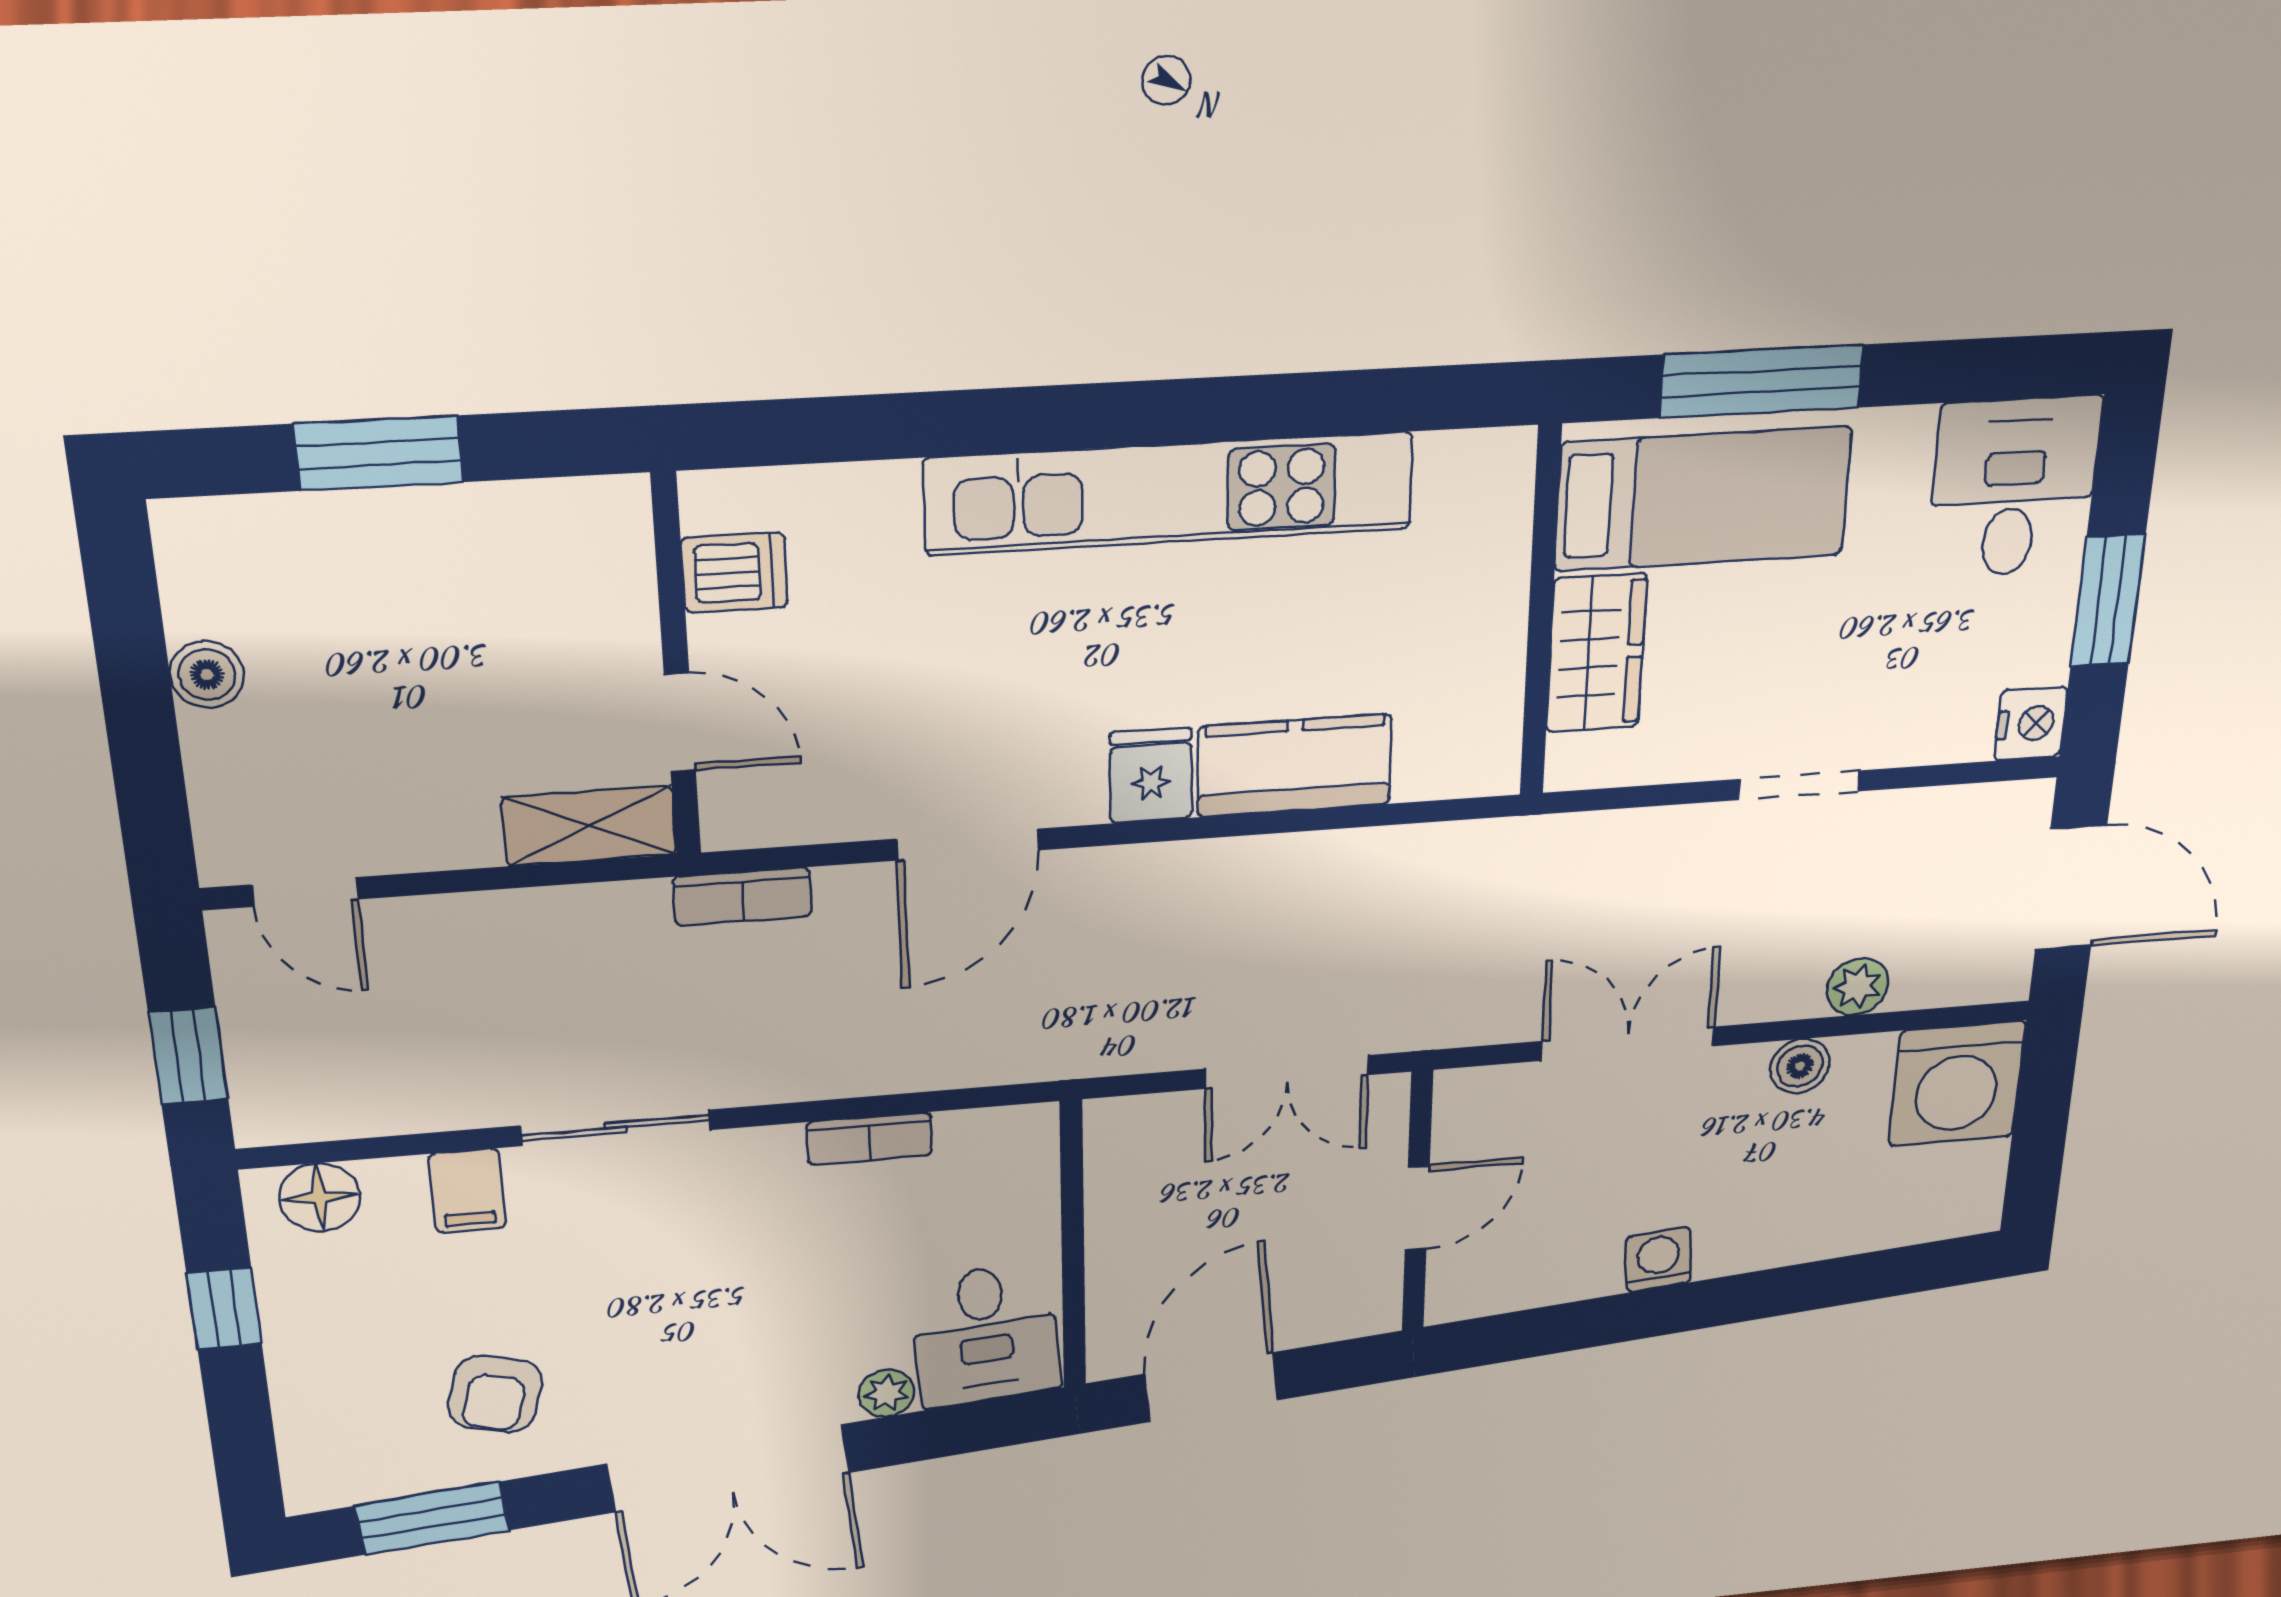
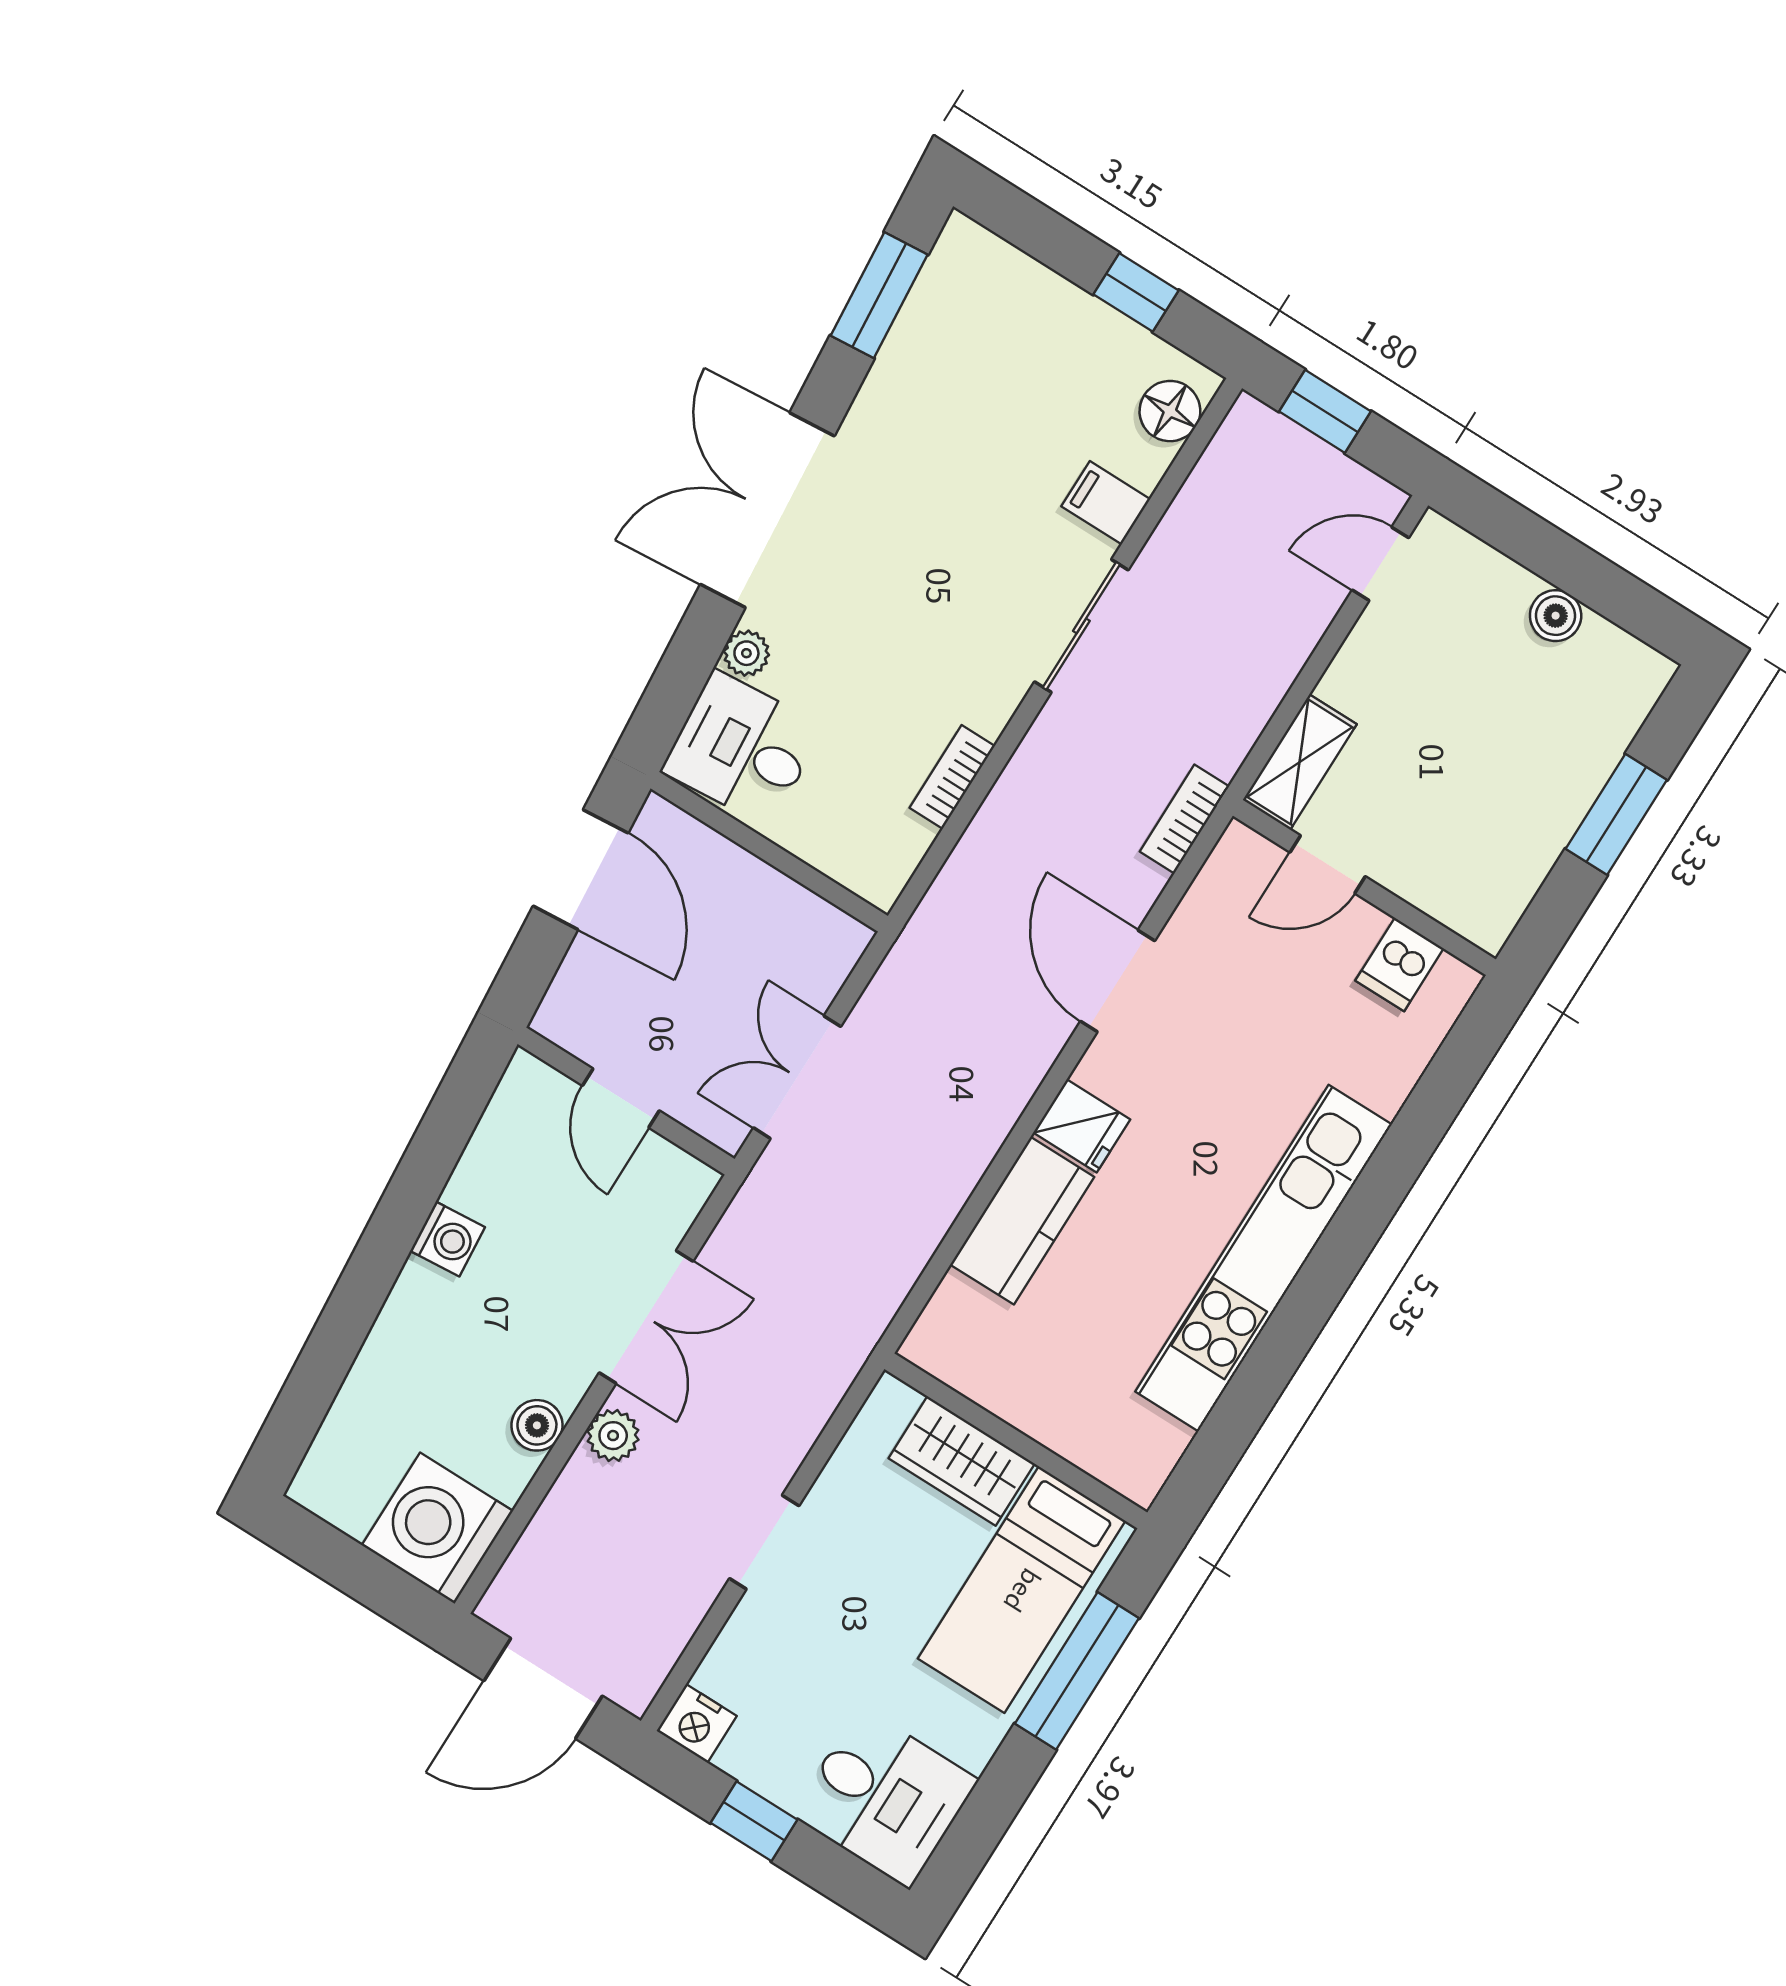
window: (2108, 600) -> (754, 1821), width x0.67
plant: (1858, 987) -> (613, 1436), moved
armchair: (495, 1394) -> (943, 407), removed

